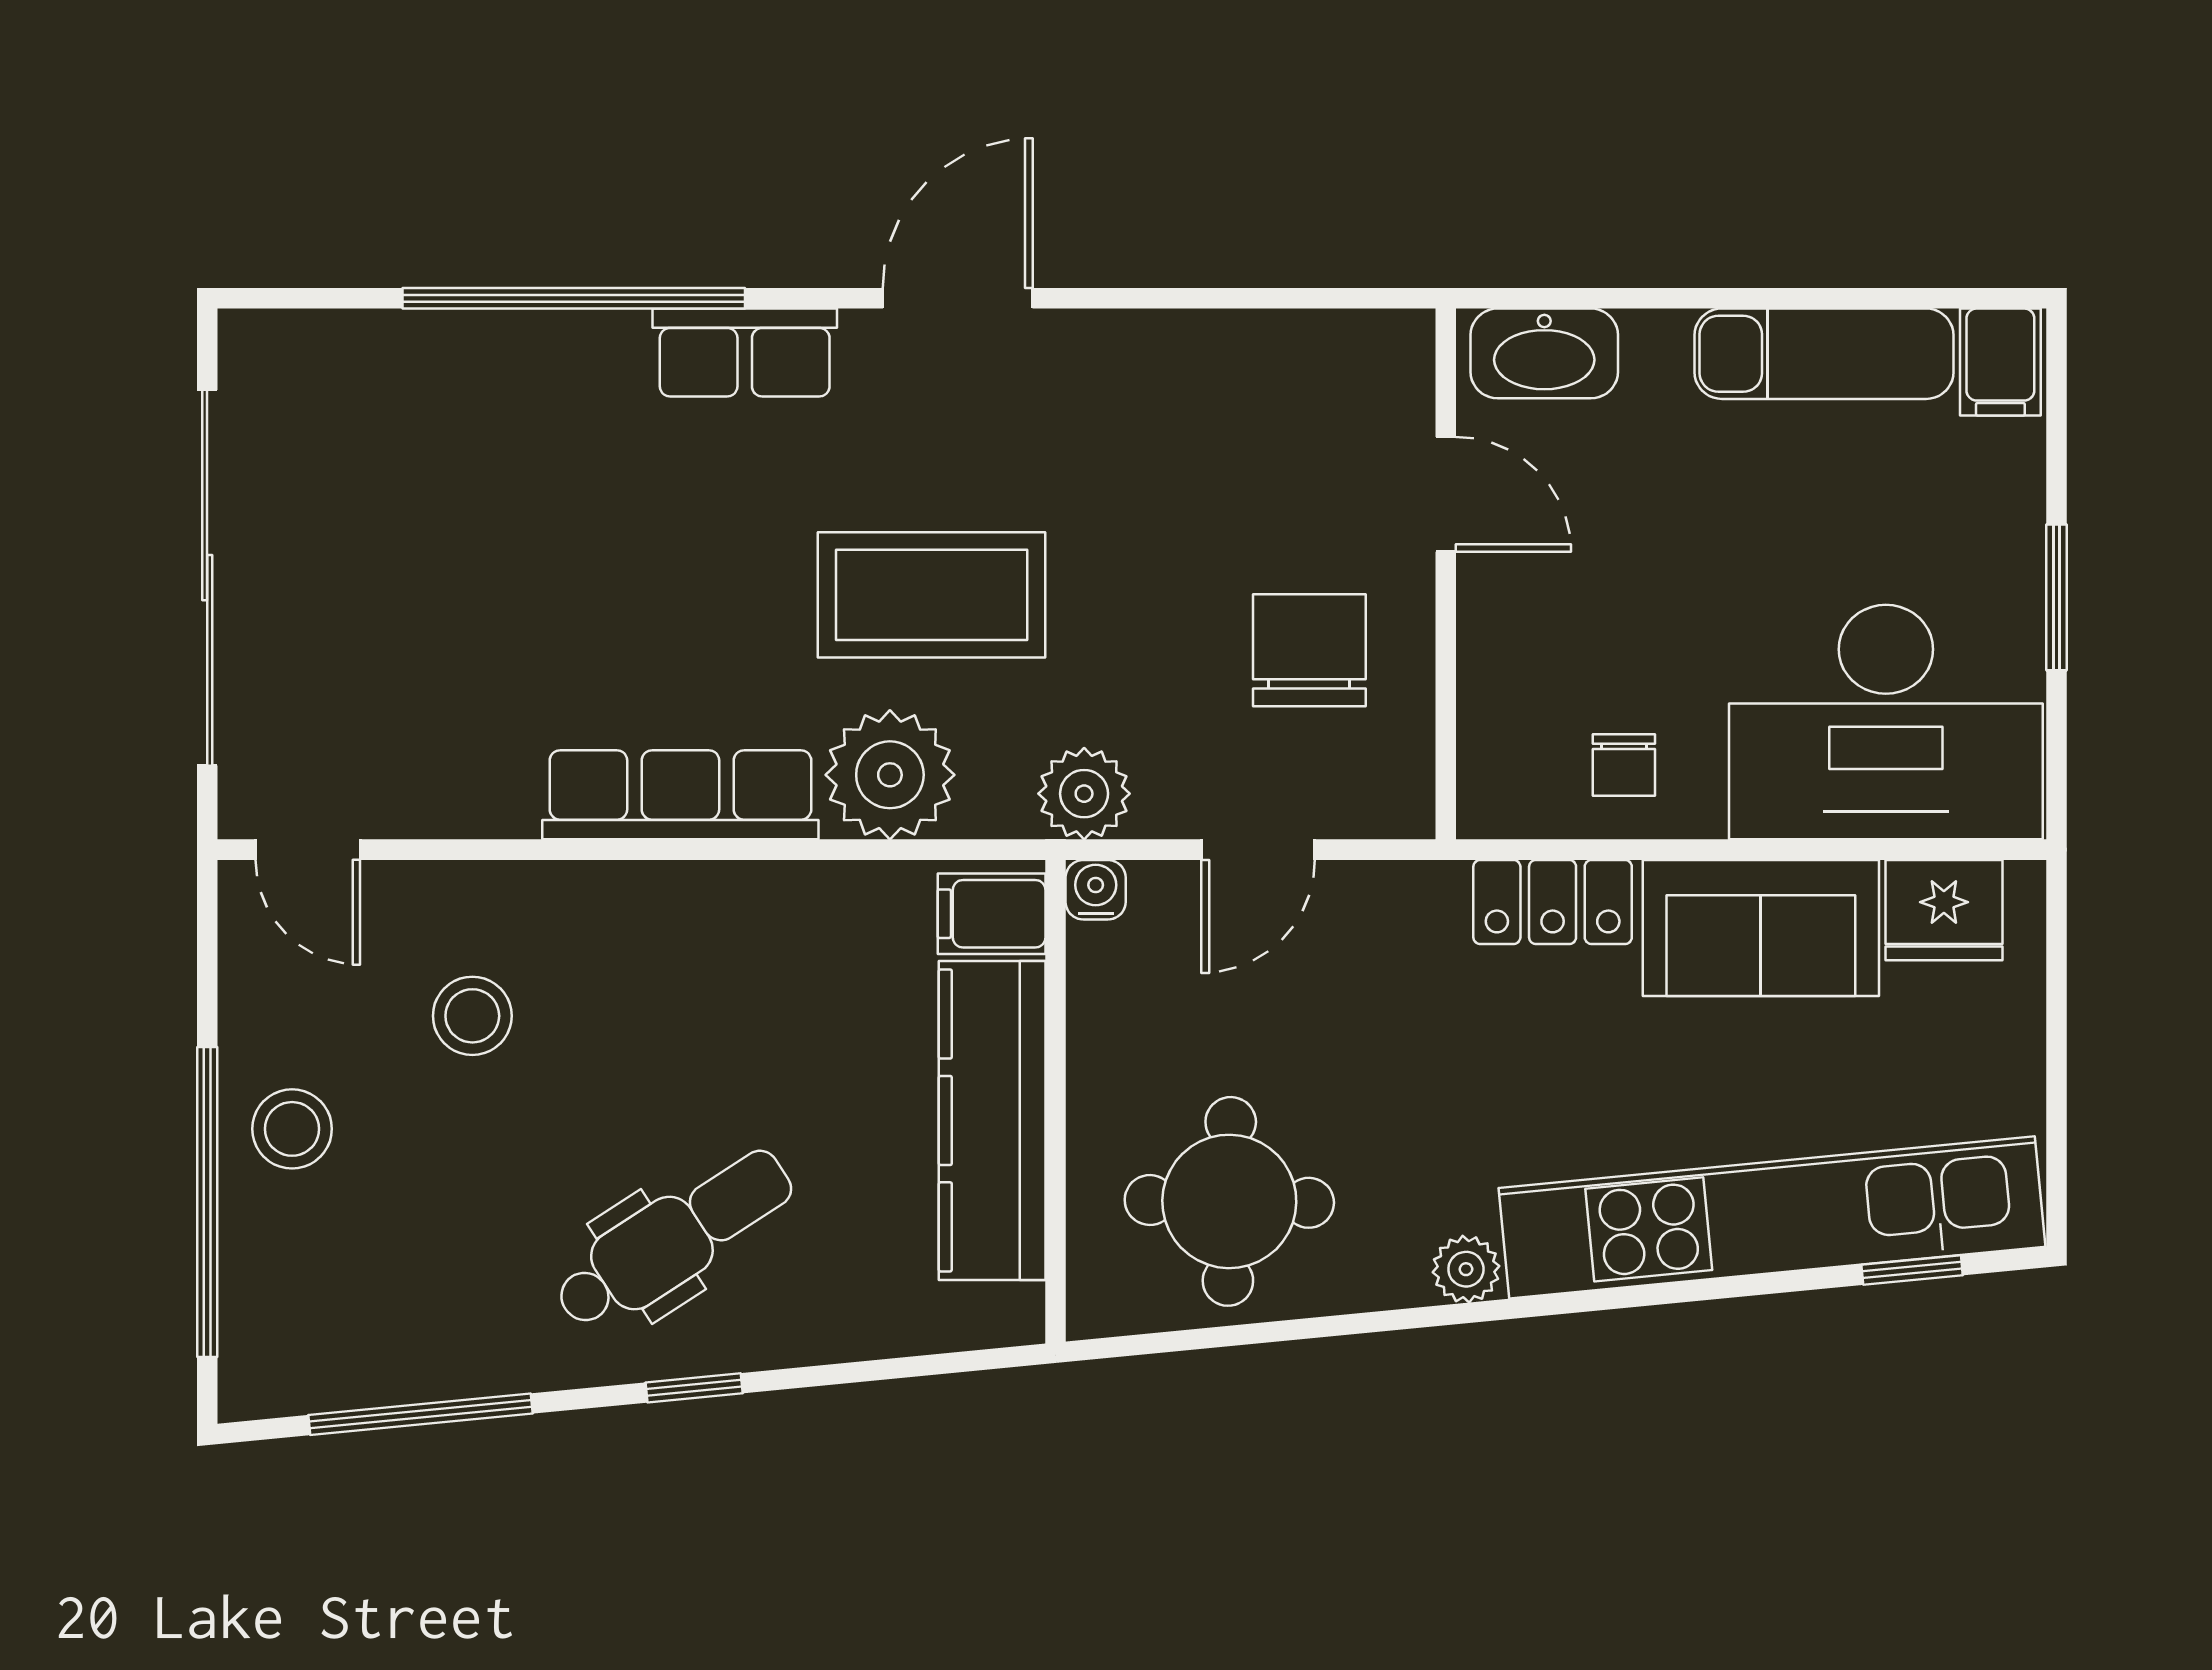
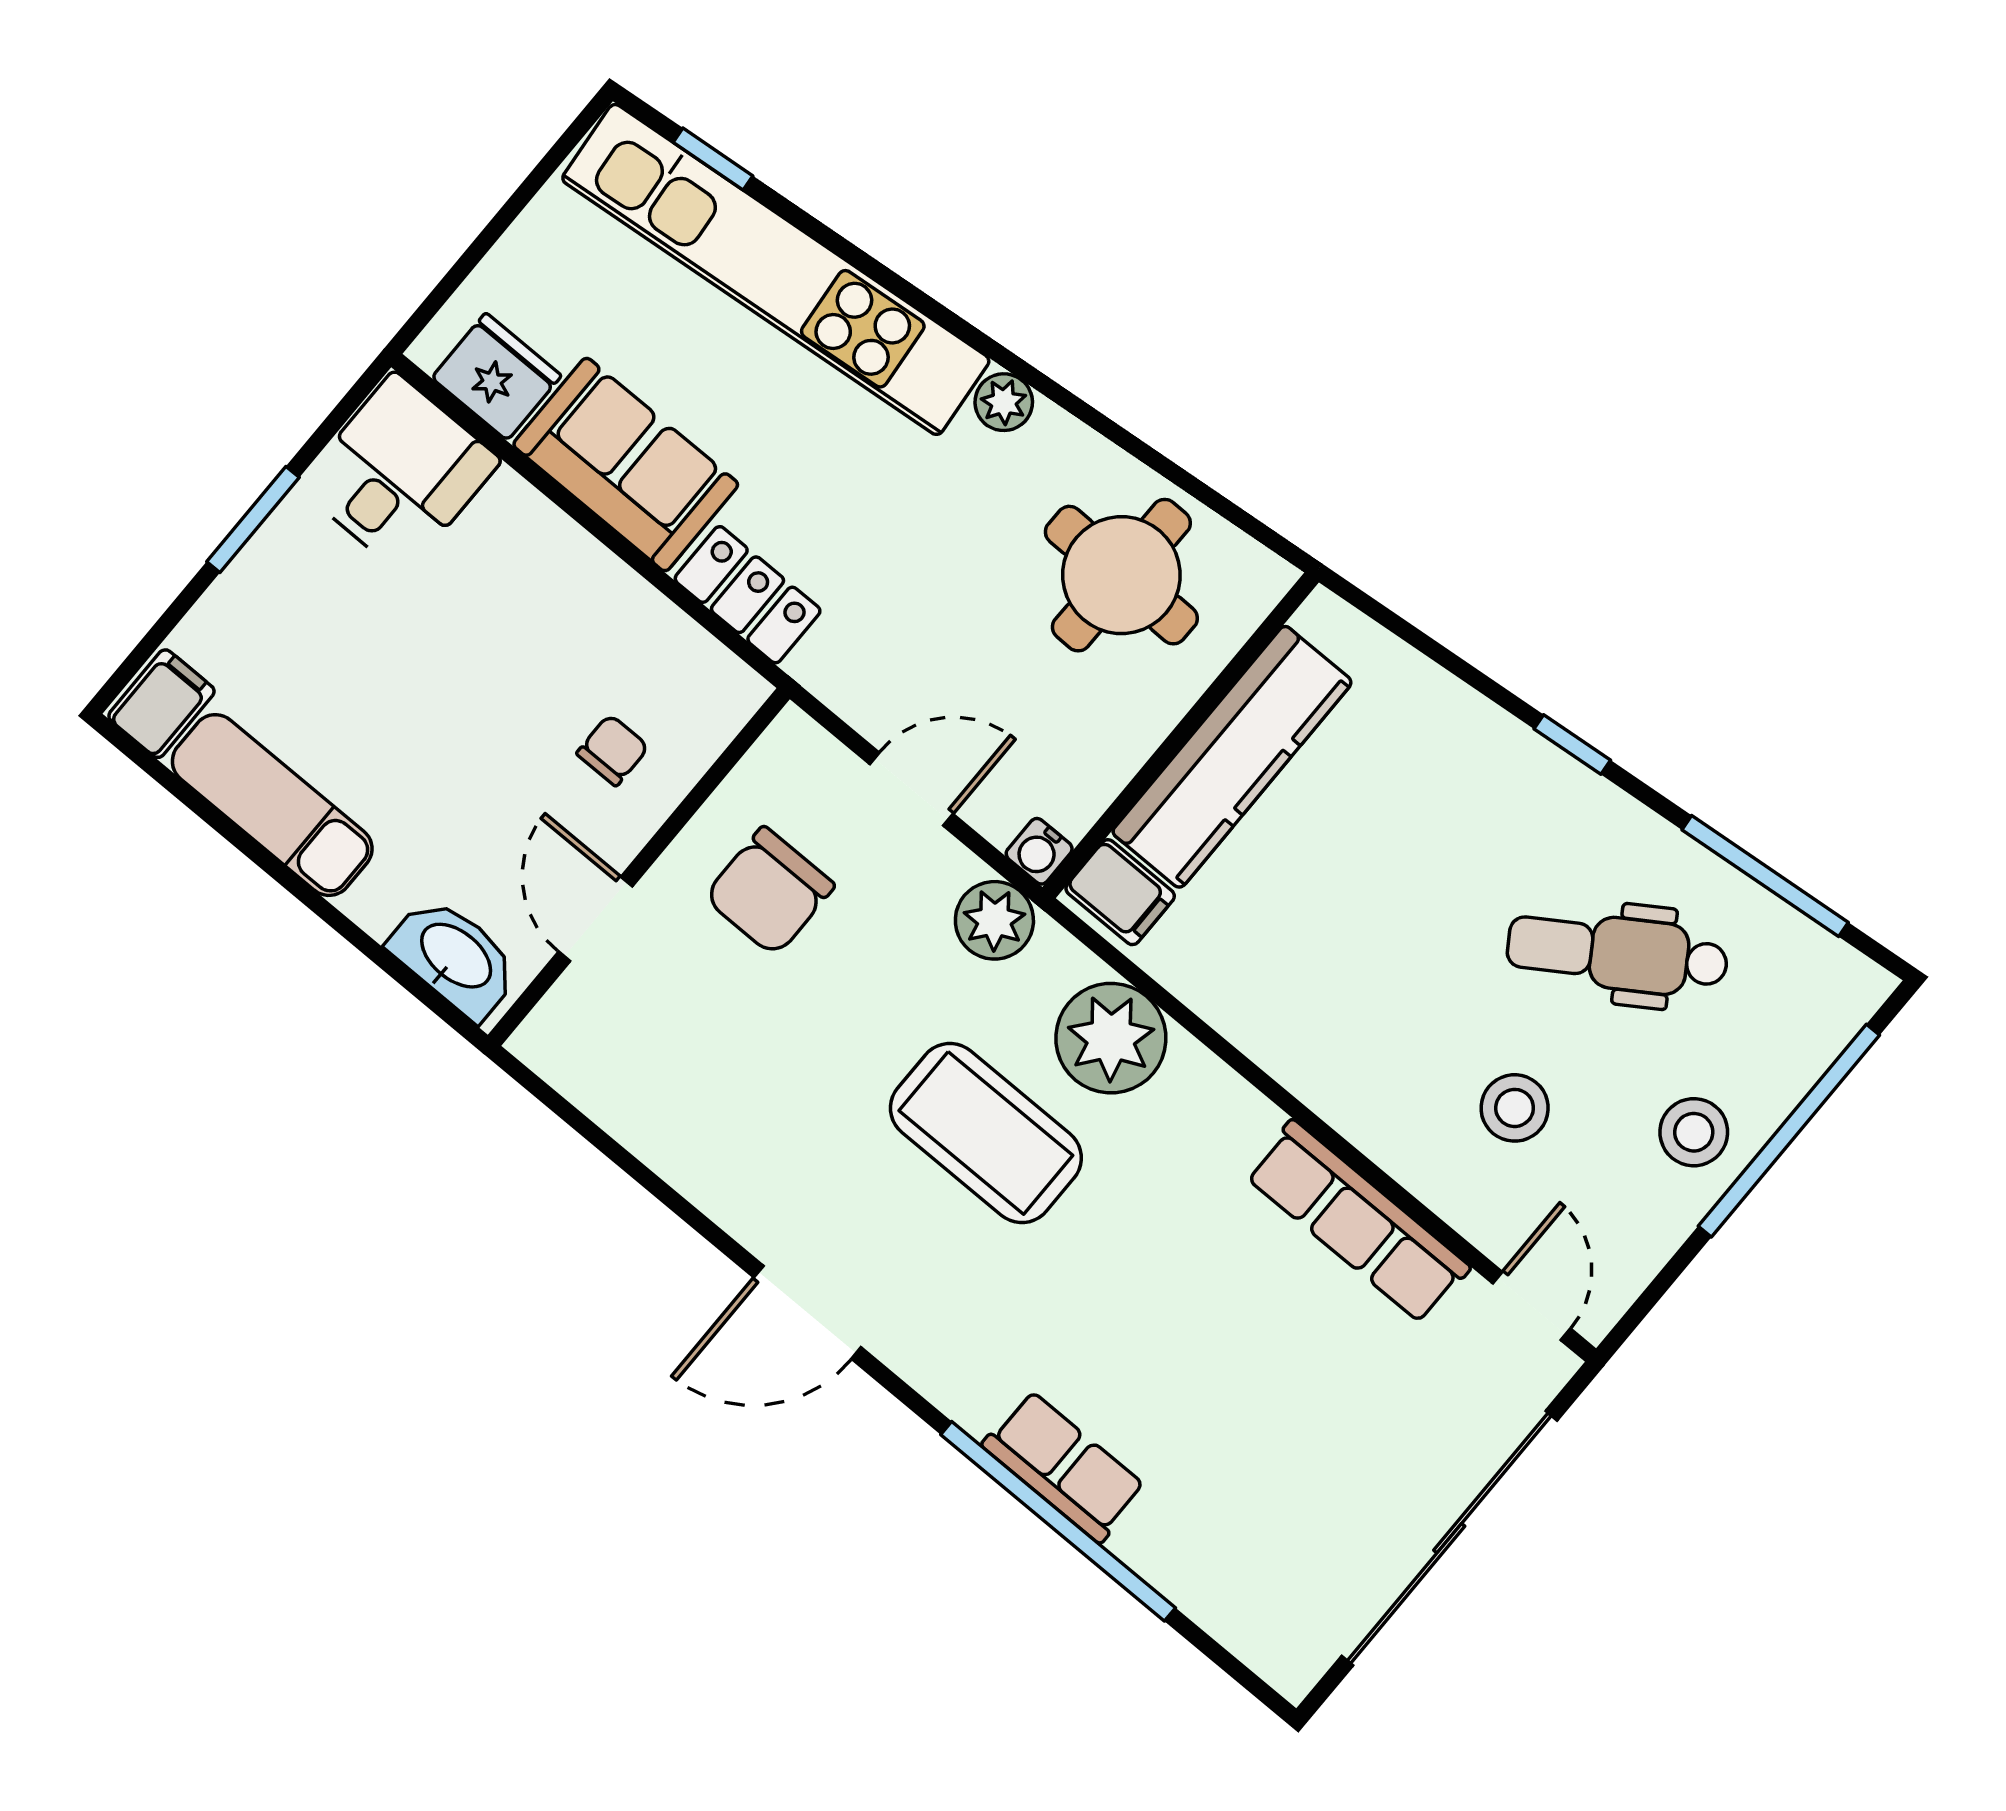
row of seats: (745, 352) -> (1064, 1466), moved
desk: (1886, 722) -> (399, 474), width x0.53, depth x0.77
chair: (1624, 765) -> (613, 750), moved
row of seats: (680, 795) -> (1358, 1222), moved
dental chair: (674, 1239) -> (1617, 953), moved

